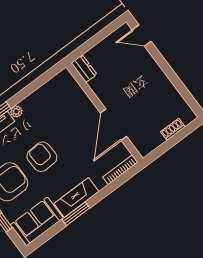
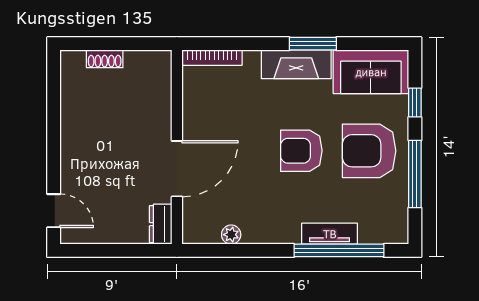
plant: (16, 111) -> (231, 235), moved
door: (114, 125) -> (177, 169), moved
armchair: (42, 157) -> (301, 151), turned 93

